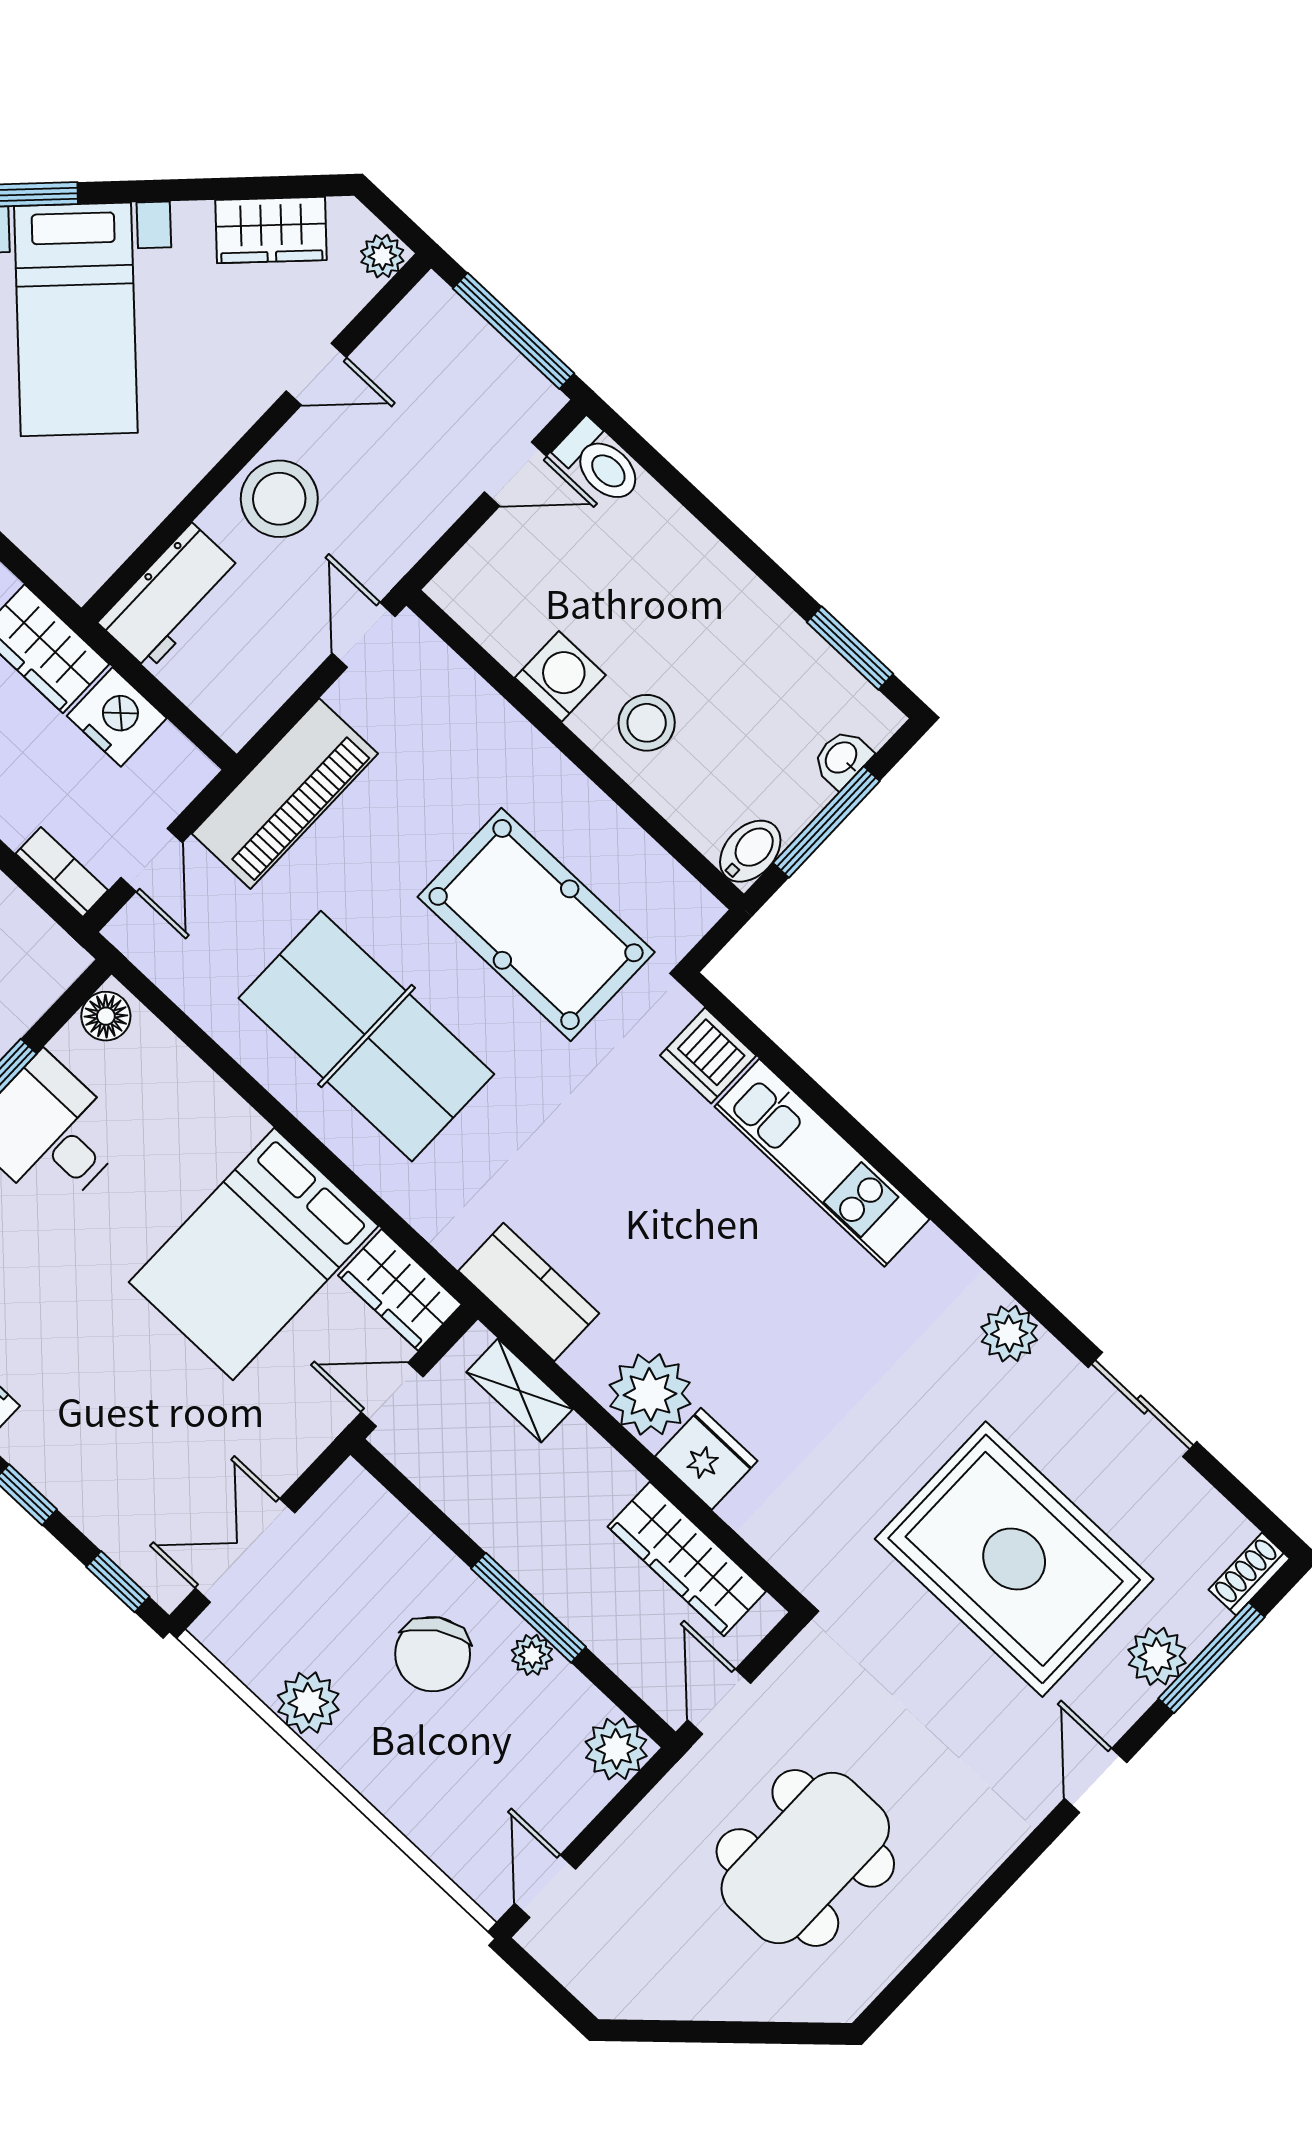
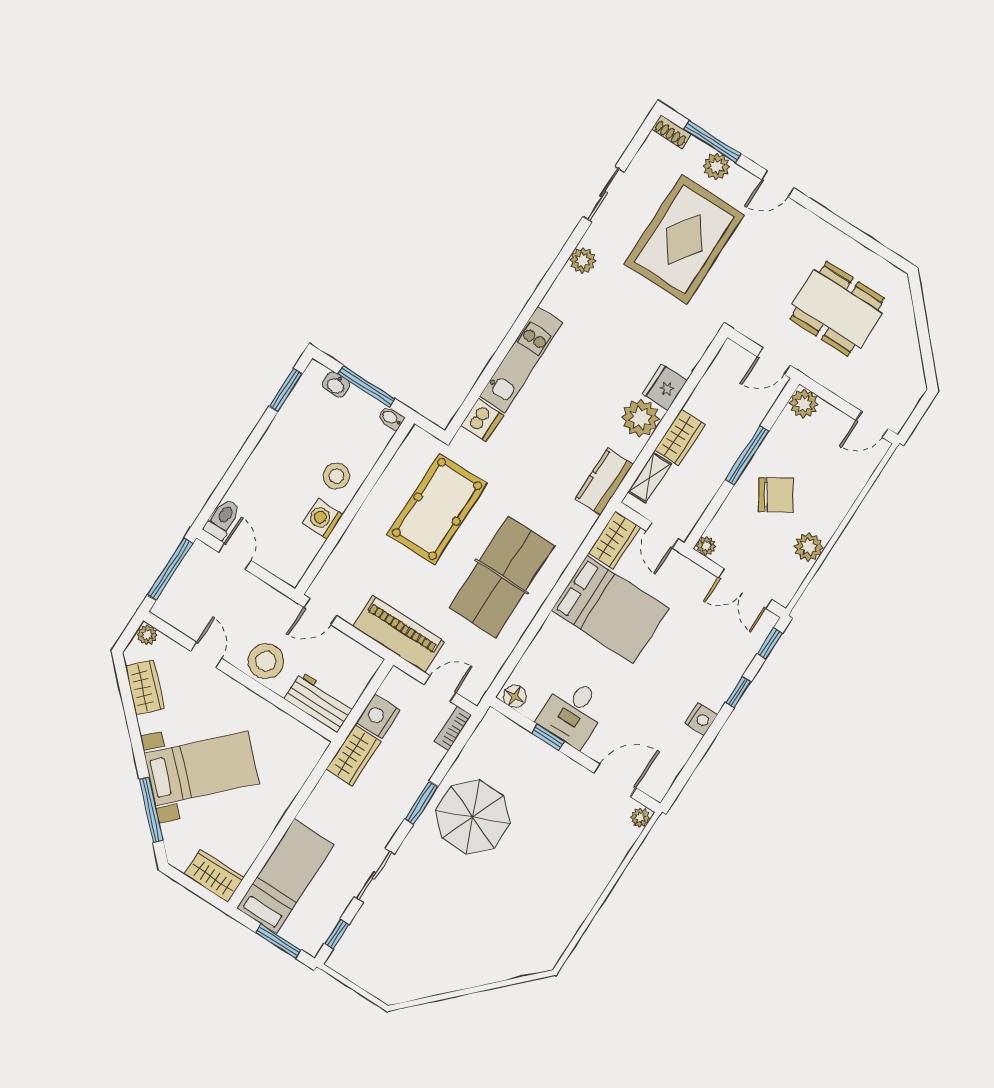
bidet: (750, 851) -> (391, 418), width x0.72, depth x0.74
wardrobe: (687, 1559) -> (680, 437), moved, width x0.67
plant: (532, 1655) -> (706, 546), moved

